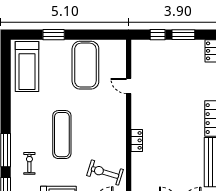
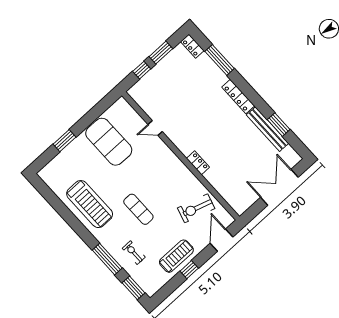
treadmill: (27, 67) -> (90, 204), moved
exercise mat: (62, 135) -> (138, 209), width x0.73, depth x0.69

